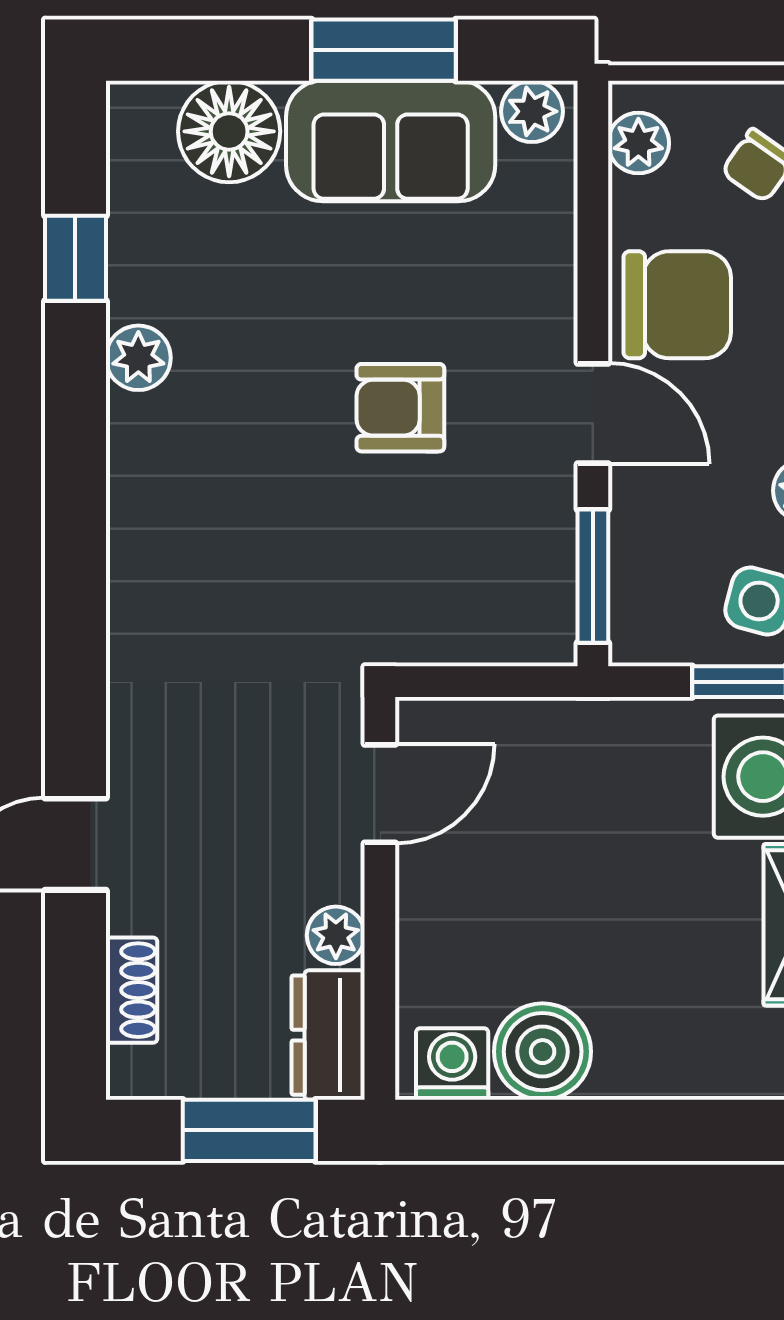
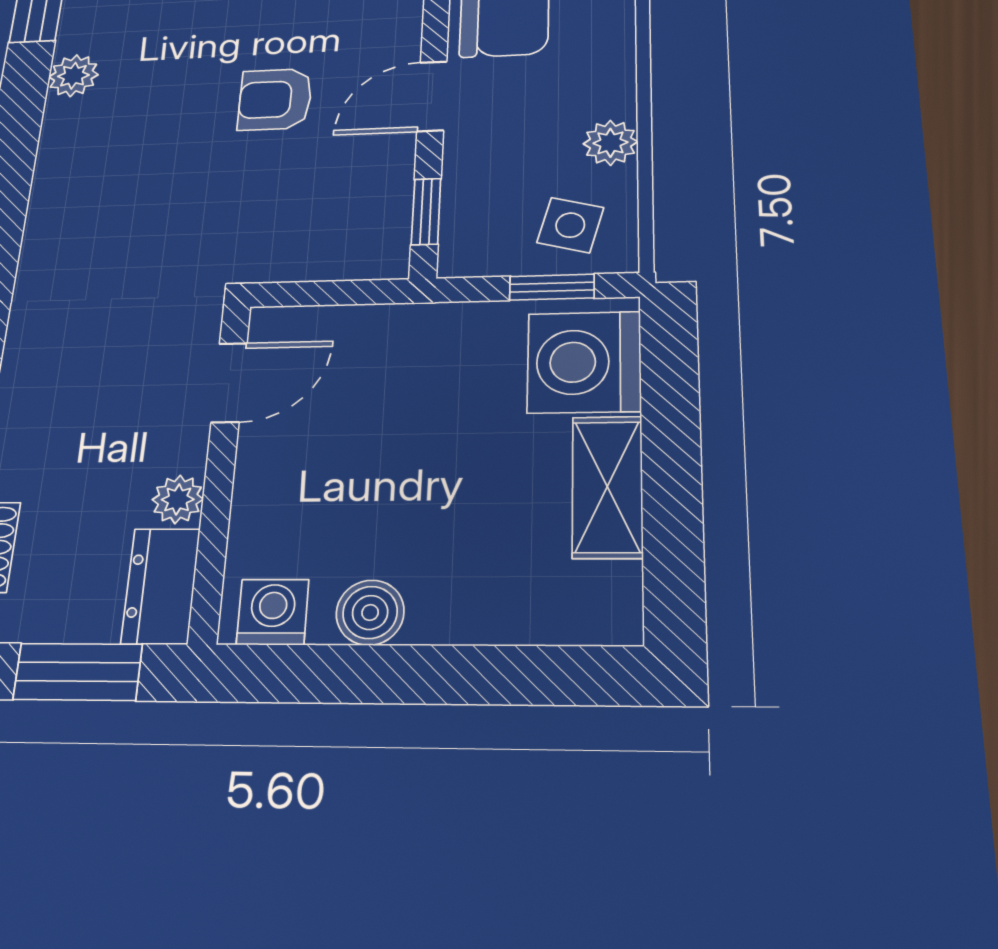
door: (593, 413) -> (432, 96), swing flipped
window: (593, 576) -> (426, 212), width x0.67
boiler: (543, 1052) -> (370, 613), width x0.73, depth x0.73

